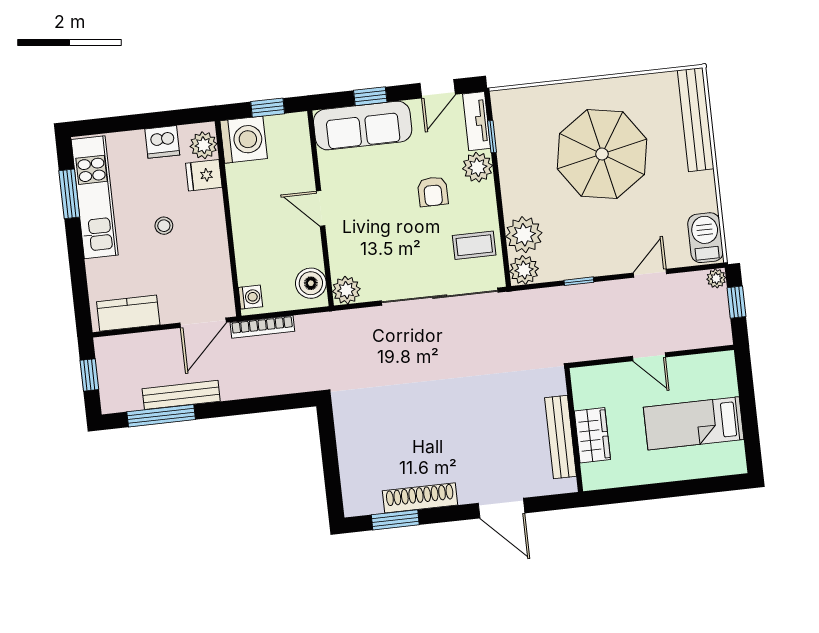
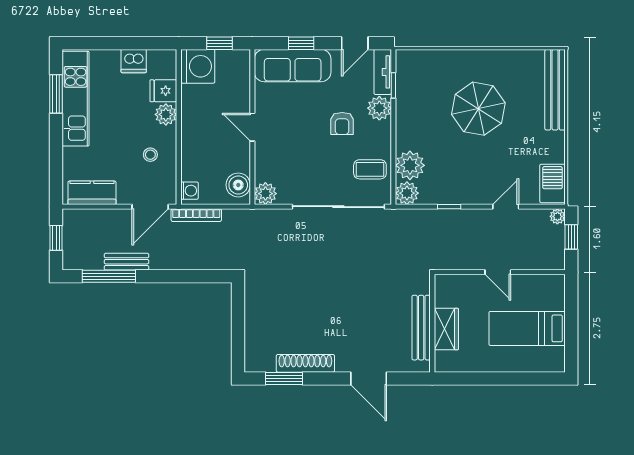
plant: (204, 145) -> (166, 114), moved
parasol: (602, 154) -> (478, 109), width x0.73, depth x0.73
stool: (164, 226) -> (150, 155), moved
bench: (181, 395) -> (127, 262), width x0.73

